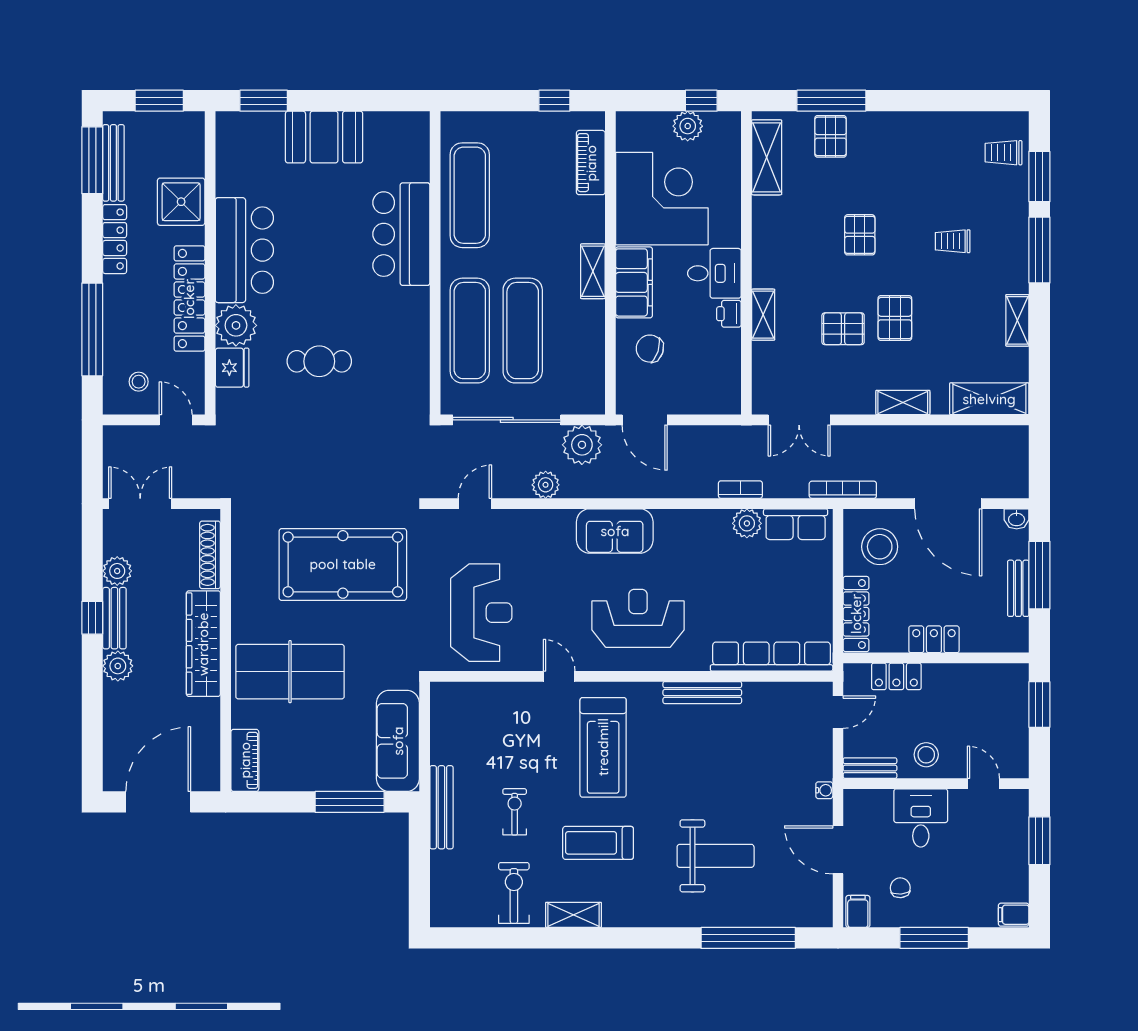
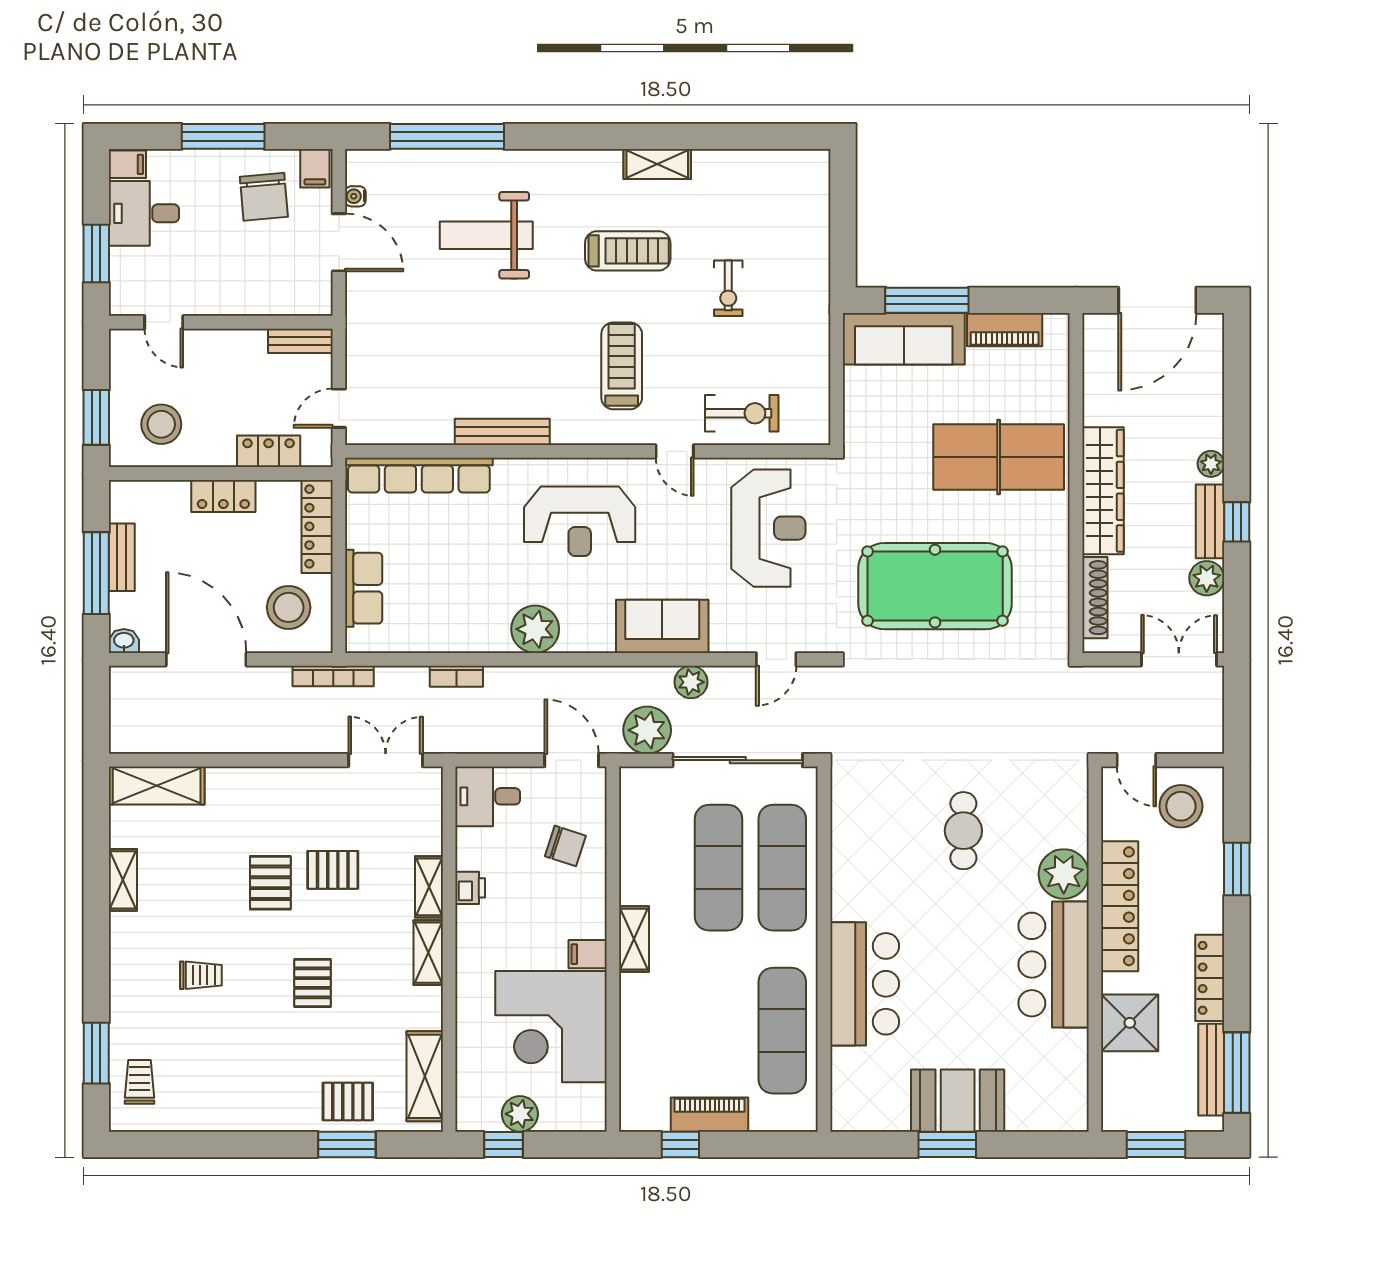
window: (264, 101) -> (947, 1144), moved
window: (831, 101) -> (347, 1144), width x0.69
pallet: (831, 136) -> (348, 1101), turned 90
trolley: (1004, 153) -> (140, 1082), turned -90
piano: (591, 163) -> (710, 1115), moved, turned -90
window: (1039, 250) -> (96, 965), removed
desk: (714, 273) -> (488, 796), moved
filing cabinet: (634, 282) -> (588, 954), width x0.33, depth x0.86
window: (92, 329) -> (1237, 869), width x0.47
cafe table: (319, 361) -> (963, 831), turned 90
fridge: (232, 368) -> (1068, 823), removed
stool: (139, 382) -> (1181, 806), width x1.89, depth x1.89
shelving: (903, 402) -> (428, 953), moved, turned 90
double door: (140, 504) -> (1179, 659), swing flipped
plant: (747, 523) -> (535, 629), moved, width x1.36, depth x1.36
row of seats: (796, 524) -> (364, 588), moved, turned 90
sofa: (615, 531) -> (662, 626), moved
reception desk: (481, 613) -> (768, 528), turned 180
plant: (118, 666) -> (1211, 464), width x0.73, depth x0.73
sofa: (398, 741) -> (904, 339), moved, turned 90
treadmill: (603, 747) -> (622, 366), width x0.73, depth x0.73
stool: (926, 755) -> (161, 424), moved, width x1.38, depth x1.38
piano: (245, 760) -> (1005, 330), moved, turned -90
water cooler: (824, 790) -> (355, 196), moved
bench: (441, 807) -> (816, 294), removed
desk: (921, 818) -> (144, 213), moved, turned 90
chair: (900, 888) -> (264, 197), width x1.87, depth x1.87
exercise bike: (514, 893) -> (742, 413), moved, turned -90

